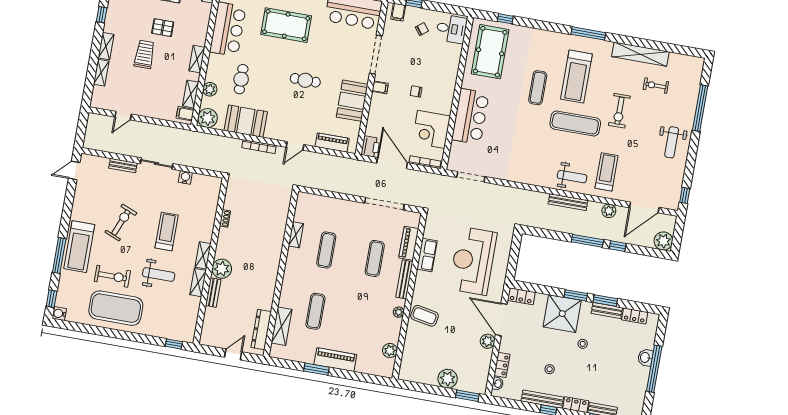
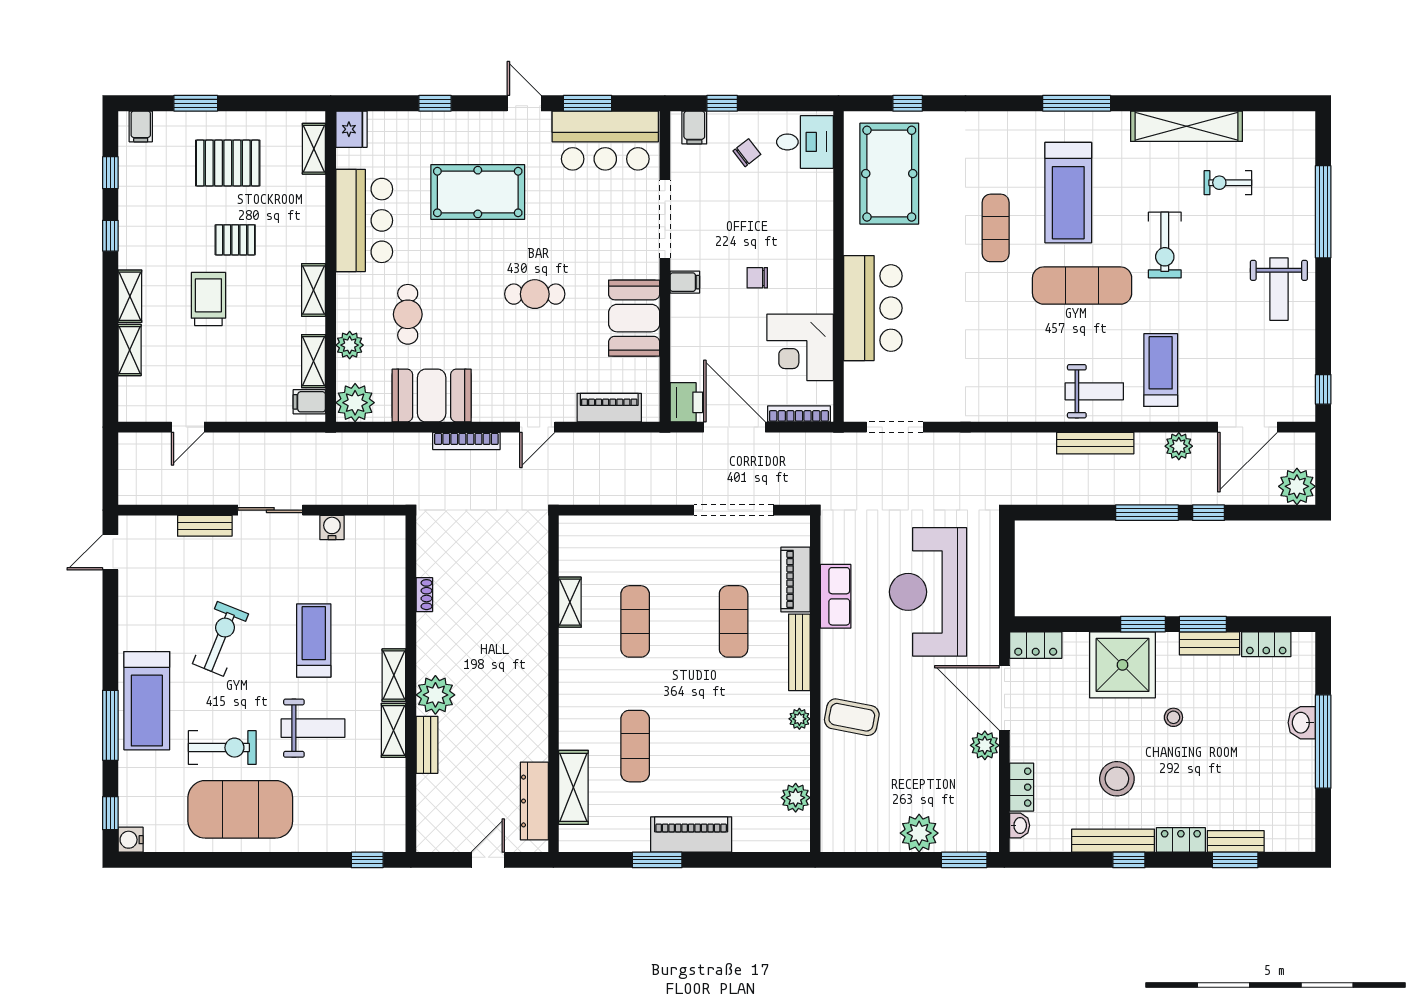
stool: (550, 369) -> (1117, 779), width x1.89, depth x1.89

